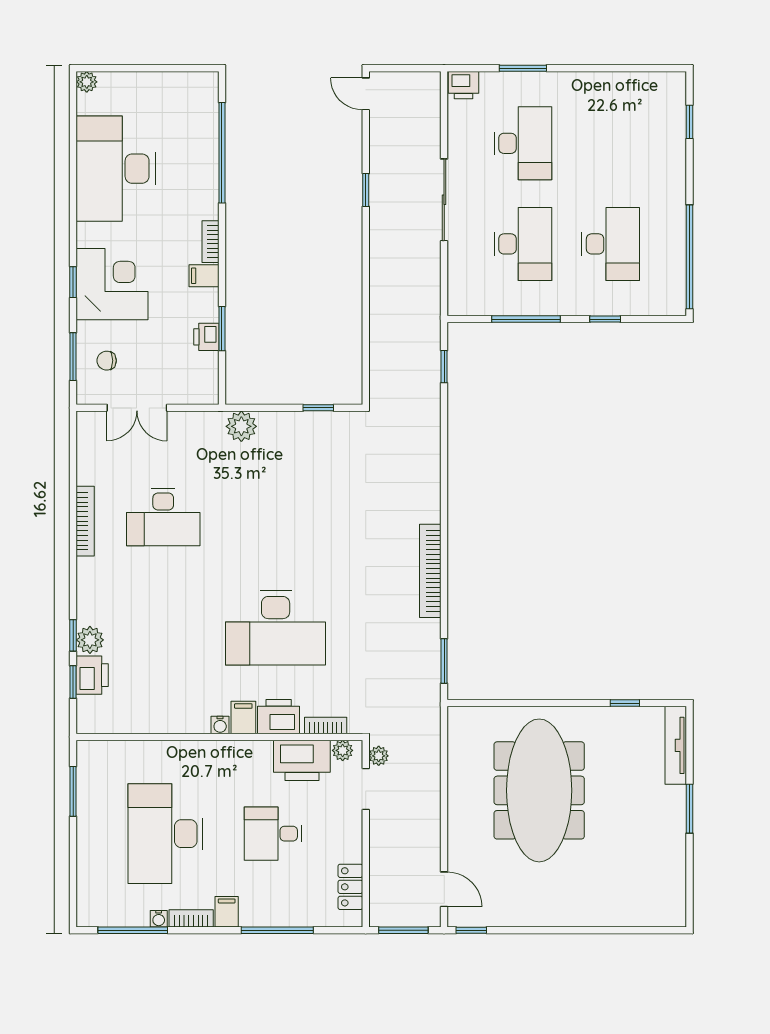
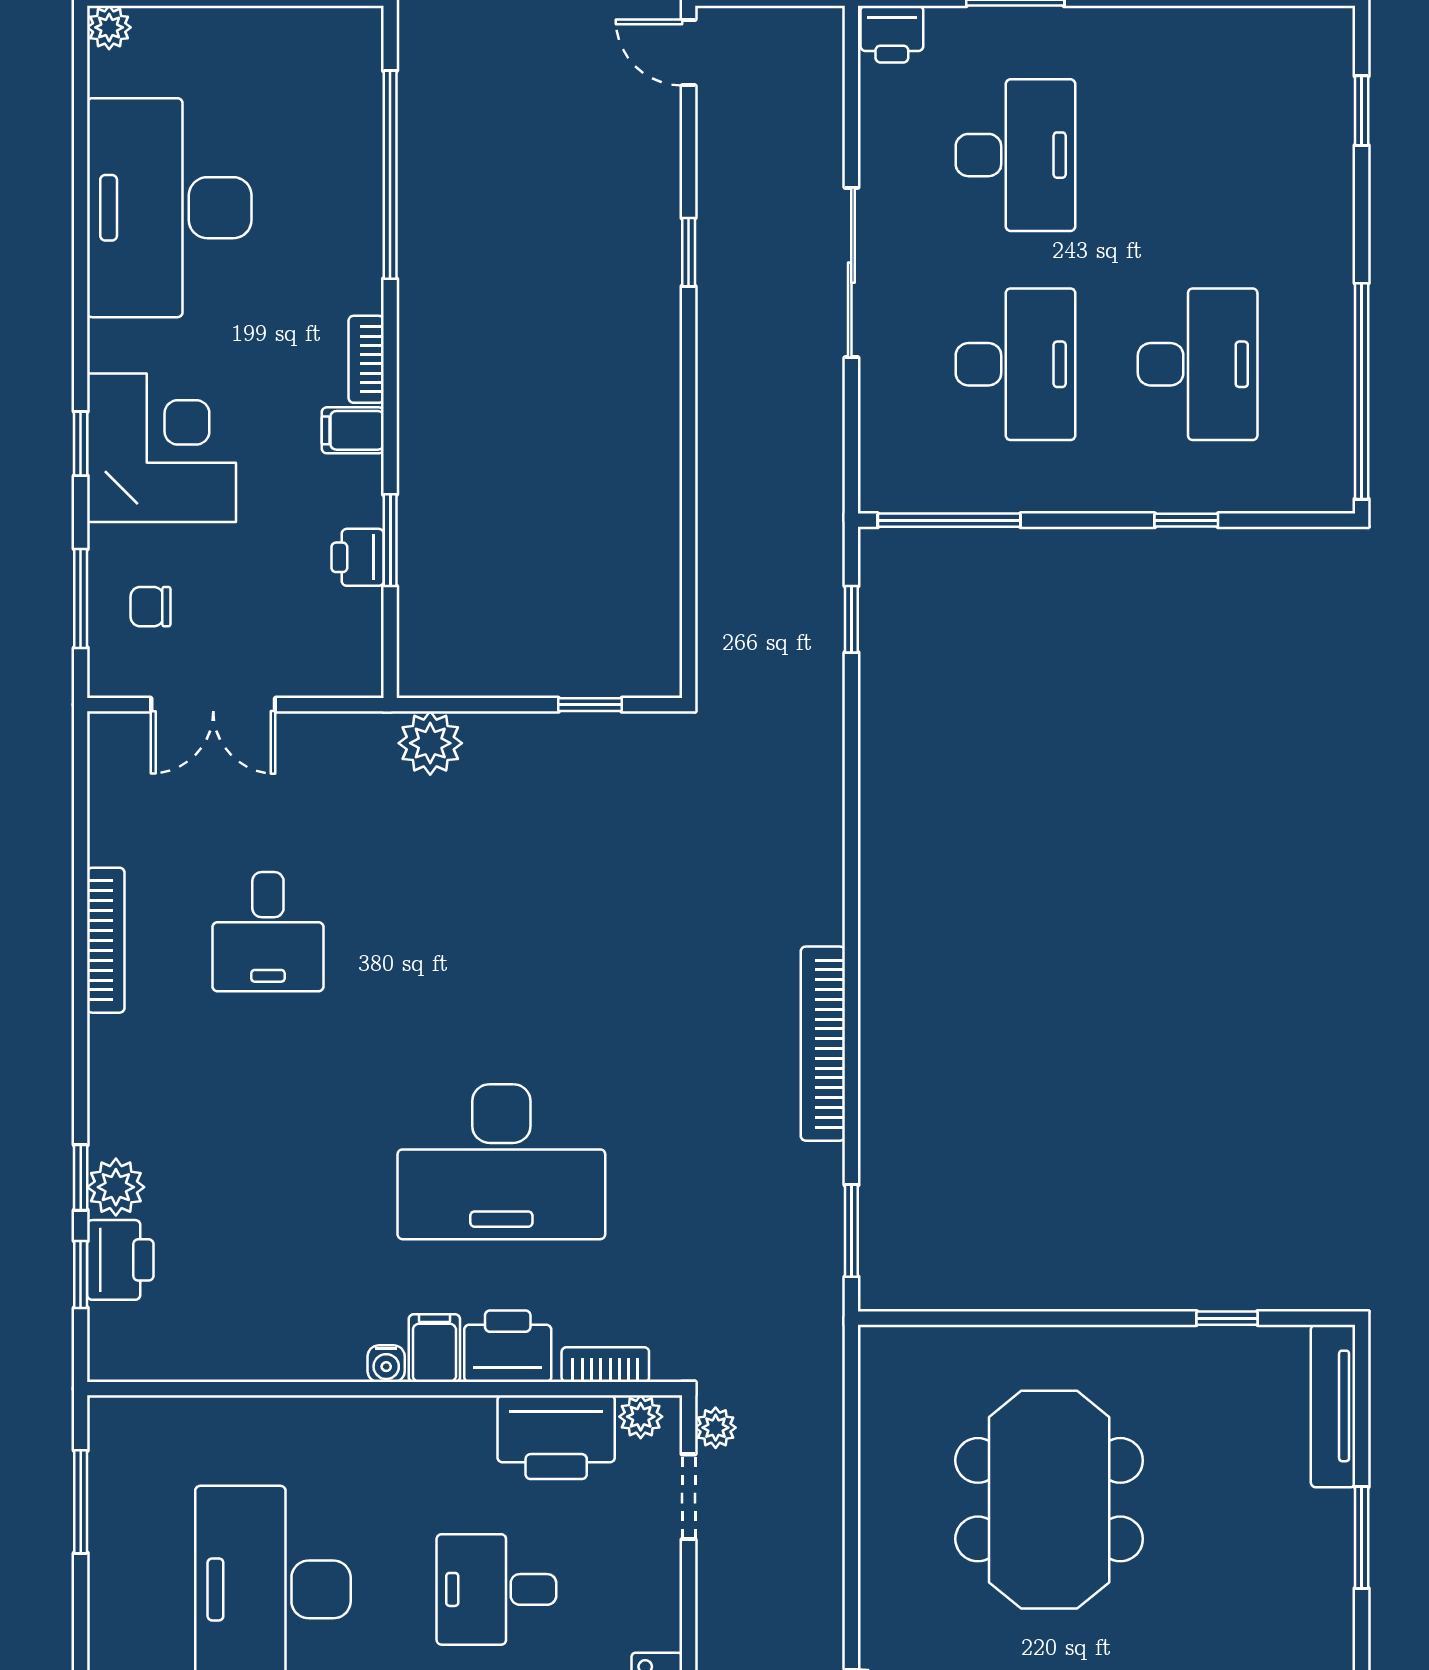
window: (526, 319) -> (949, 520), moved
desk: (163, 517) -> (268, 932), width x0.73
meeting table: (539, 790) -> (1049, 1500), width x0.73

